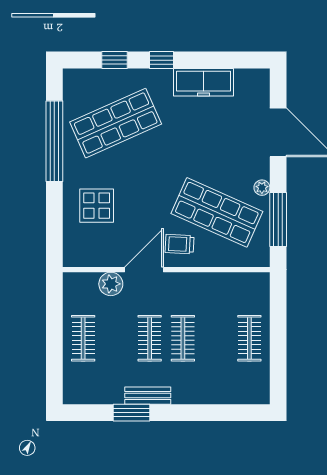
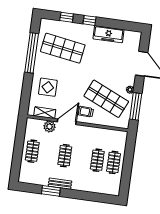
shop shelf: (116, 123) -> (63, 48), turned 33
shelving: (97, 258) -> (45, 113), added
clothes rail: (183, 338) -> (97, 160), moved

